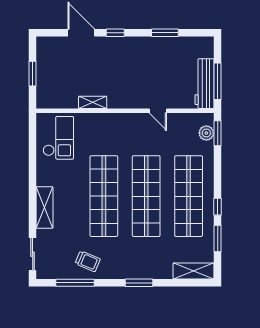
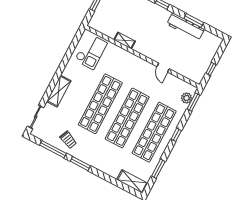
window: (218, 81) -> (211, 69), width x0.46
workbench: (205, 84) -> (185, 27), moved, turned -90
window: (218, 207) -> (176, 135), moved
window: (139, 283) -> (80, 164), moved

